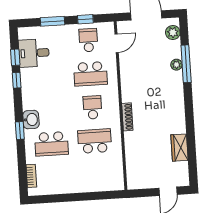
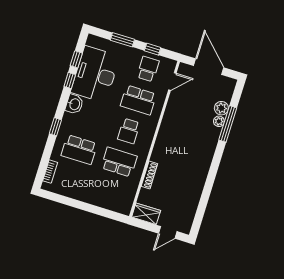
plant: (173, 32) -> (221, 108), moved
desk: (34, 53) -> (95, 74), width x1.87, depth x1.30
school desk: (93, 107) -> (129, 131), turned 180
shoe rack: (127, 117) -> (149, 175), moved
washbasin: (31, 120) -> (74, 104), moved
wardrobe: (179, 148) -> (146, 214), moved, turned 90

